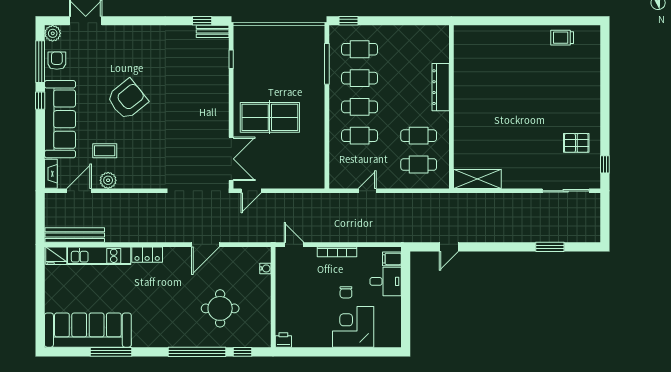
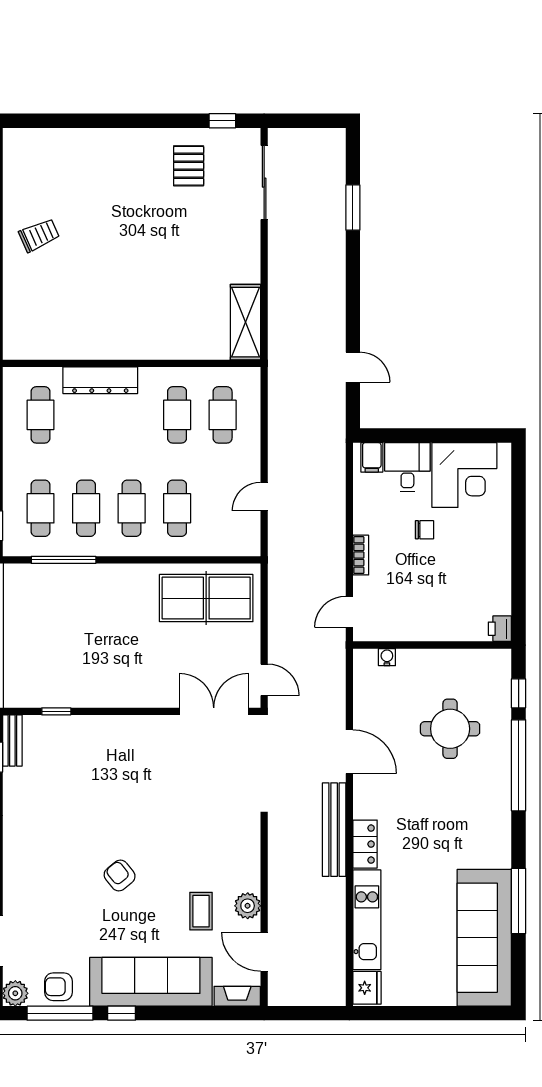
trolley: (562, 38) -> (39, 235), moved, turned -114
cafe table: (419, 49) -> (41, 415), added
armchair: (127, 99) -> (120, 875), width x0.53, depth x0.53
table tennis table: (270, 117) -> (206, 598), moved, turned 90
door: (367, 191) -> (264, 496), hinge flipped
bench: (75, 235) -> (334, 830), moved
bookcase: (337, 252) -> (361, 555), width x0.64
corner desk: (353, 327) -> (464, 475), moved, turned -90

